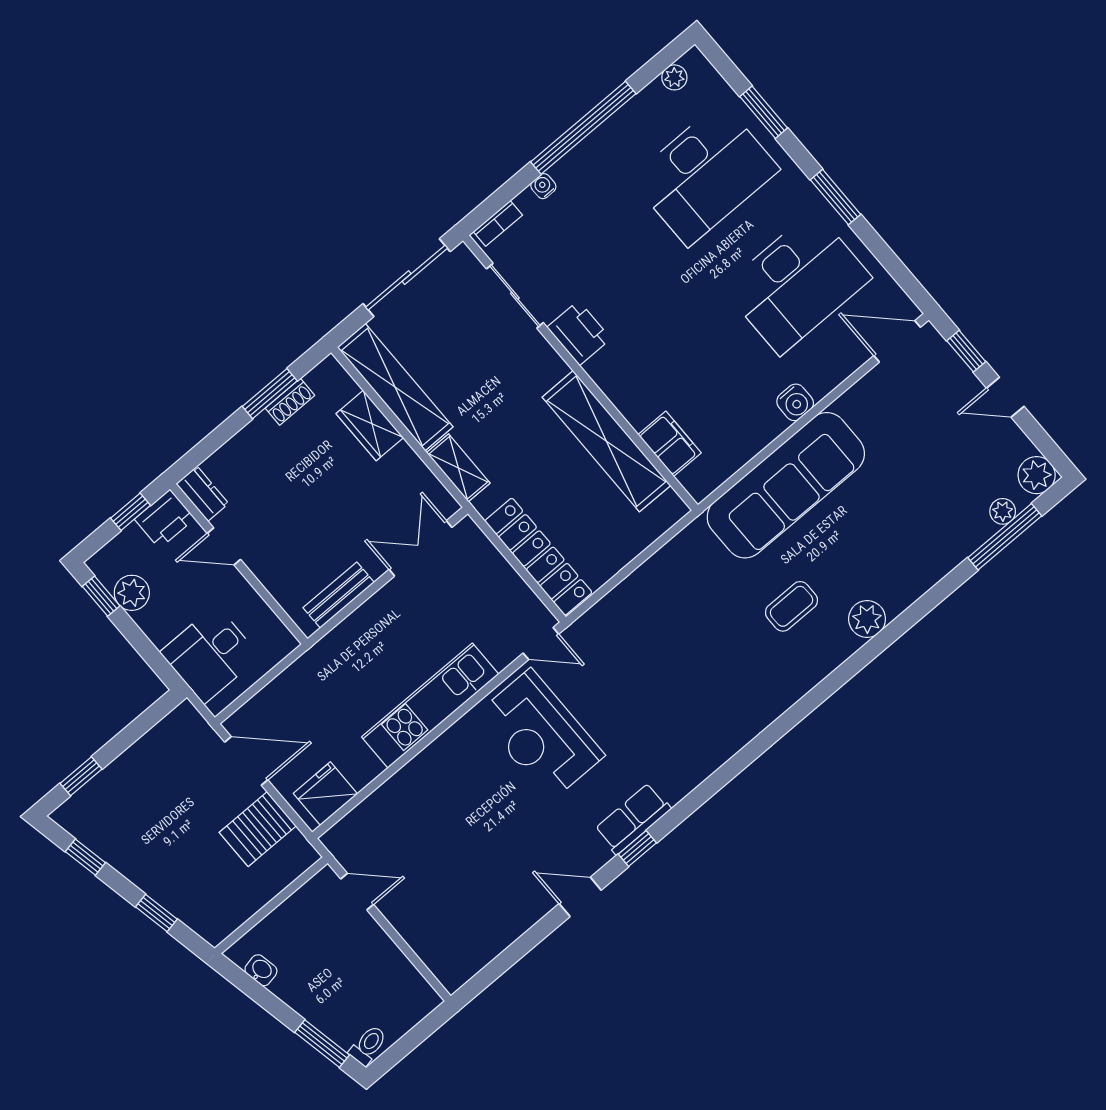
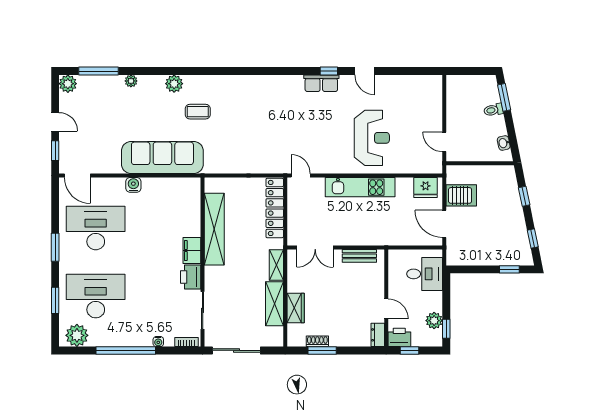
plant: (674, 77) -> (77, 335), width x1.87, depth x1.87
shelving: (395, 387) -> (274, 304), width x0.68
filing cabinet: (670, 444) -> (192, 251), moved
plant: (1003, 511) -> (131, 81), moved
reception desk: (541, 735) -> (372, 138), moved
toilet: (368, 1045) -> (493, 110), moved

